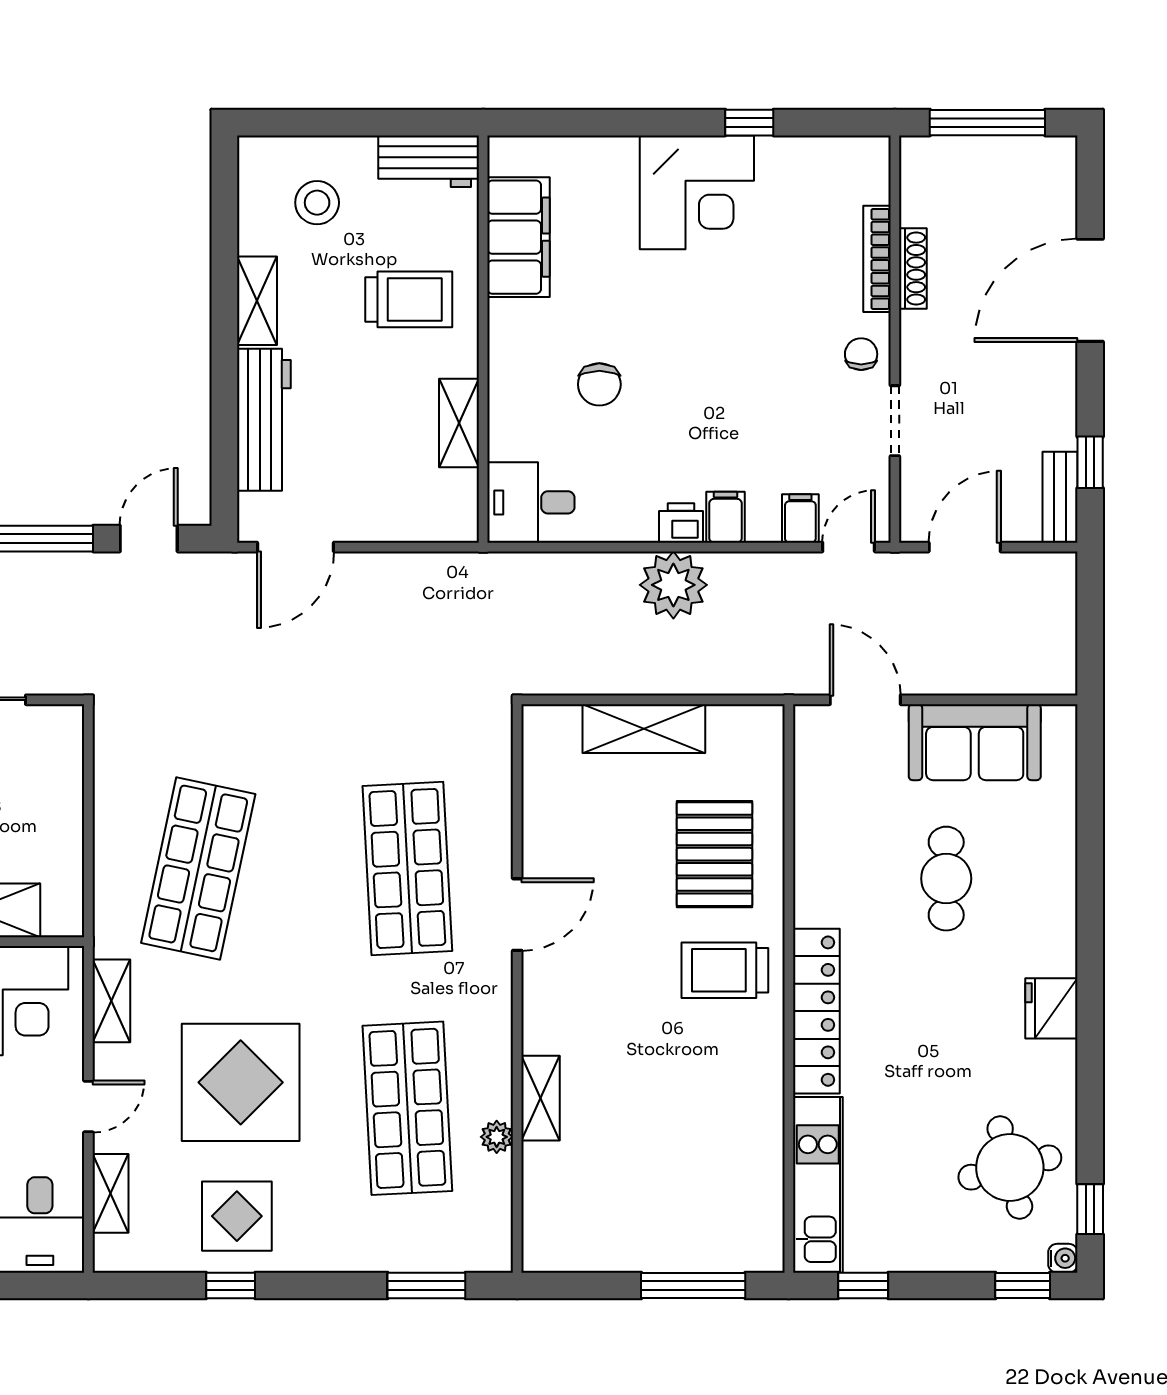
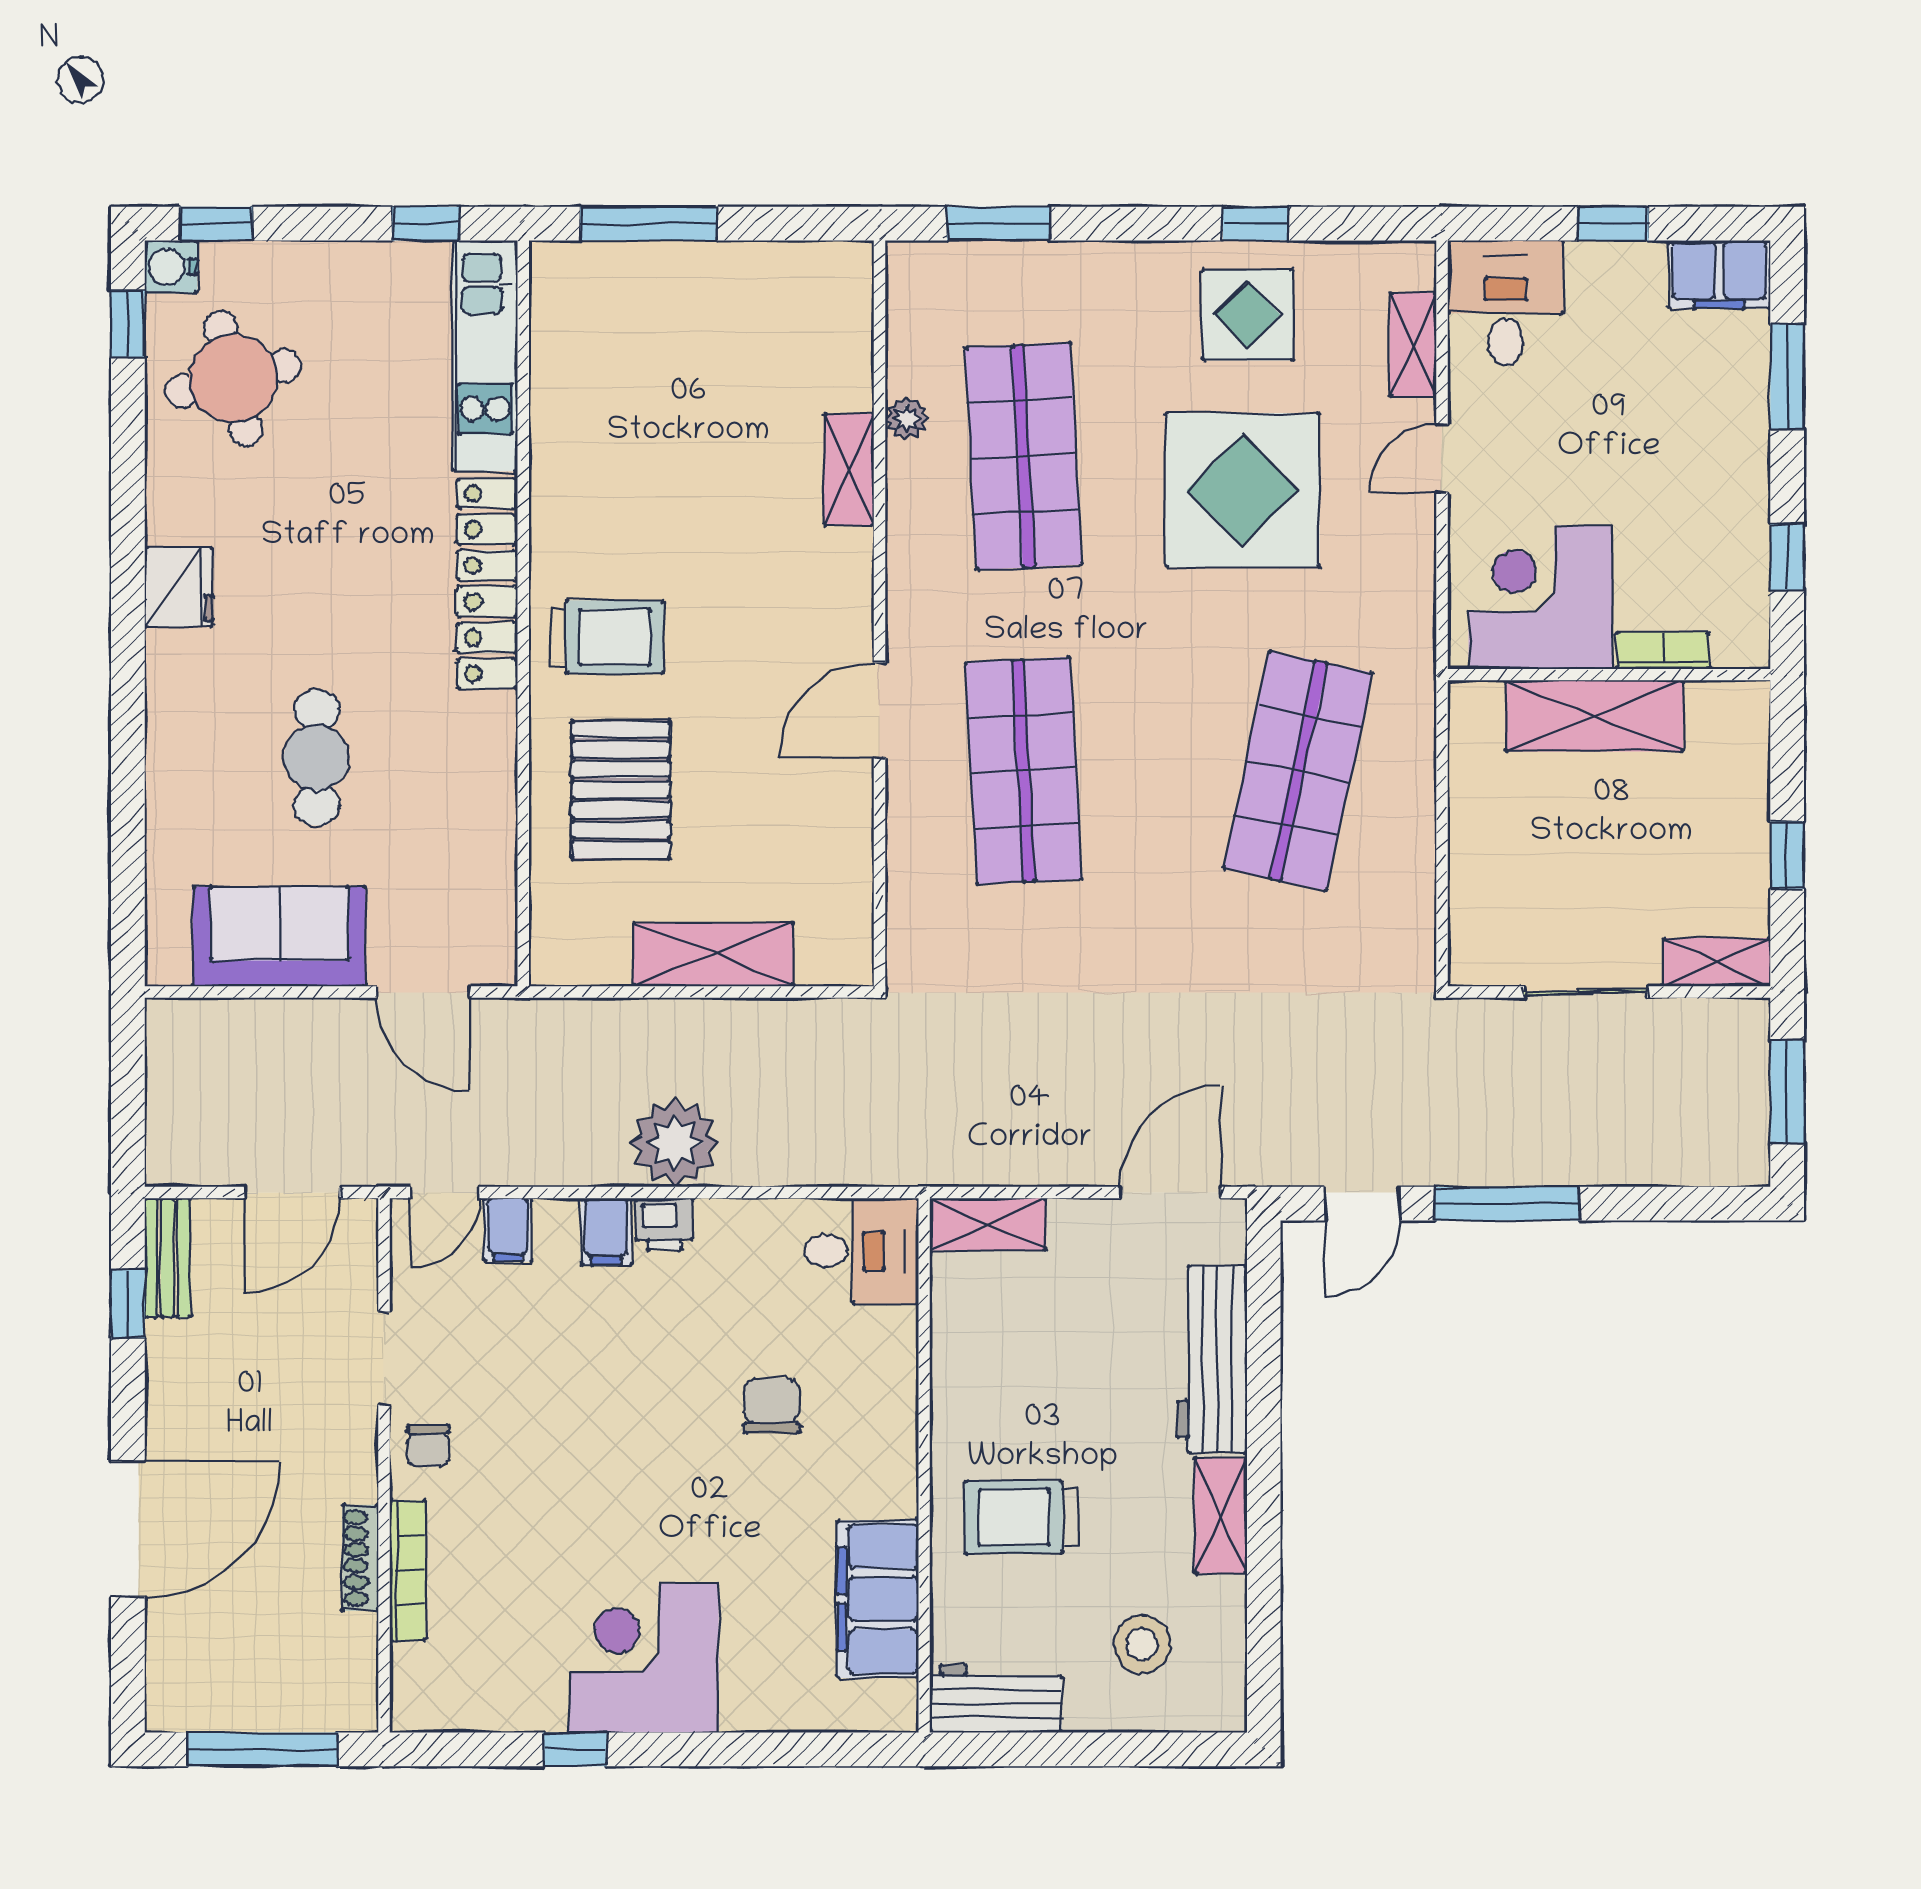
shelving: (459, 423) -> (988, 1224), moved, turned 90
shelving: (111, 1001) -> (1412, 597), removed
water cooler: (1063, 1258) -> (171, 267), width x1.38, depth x1.38

